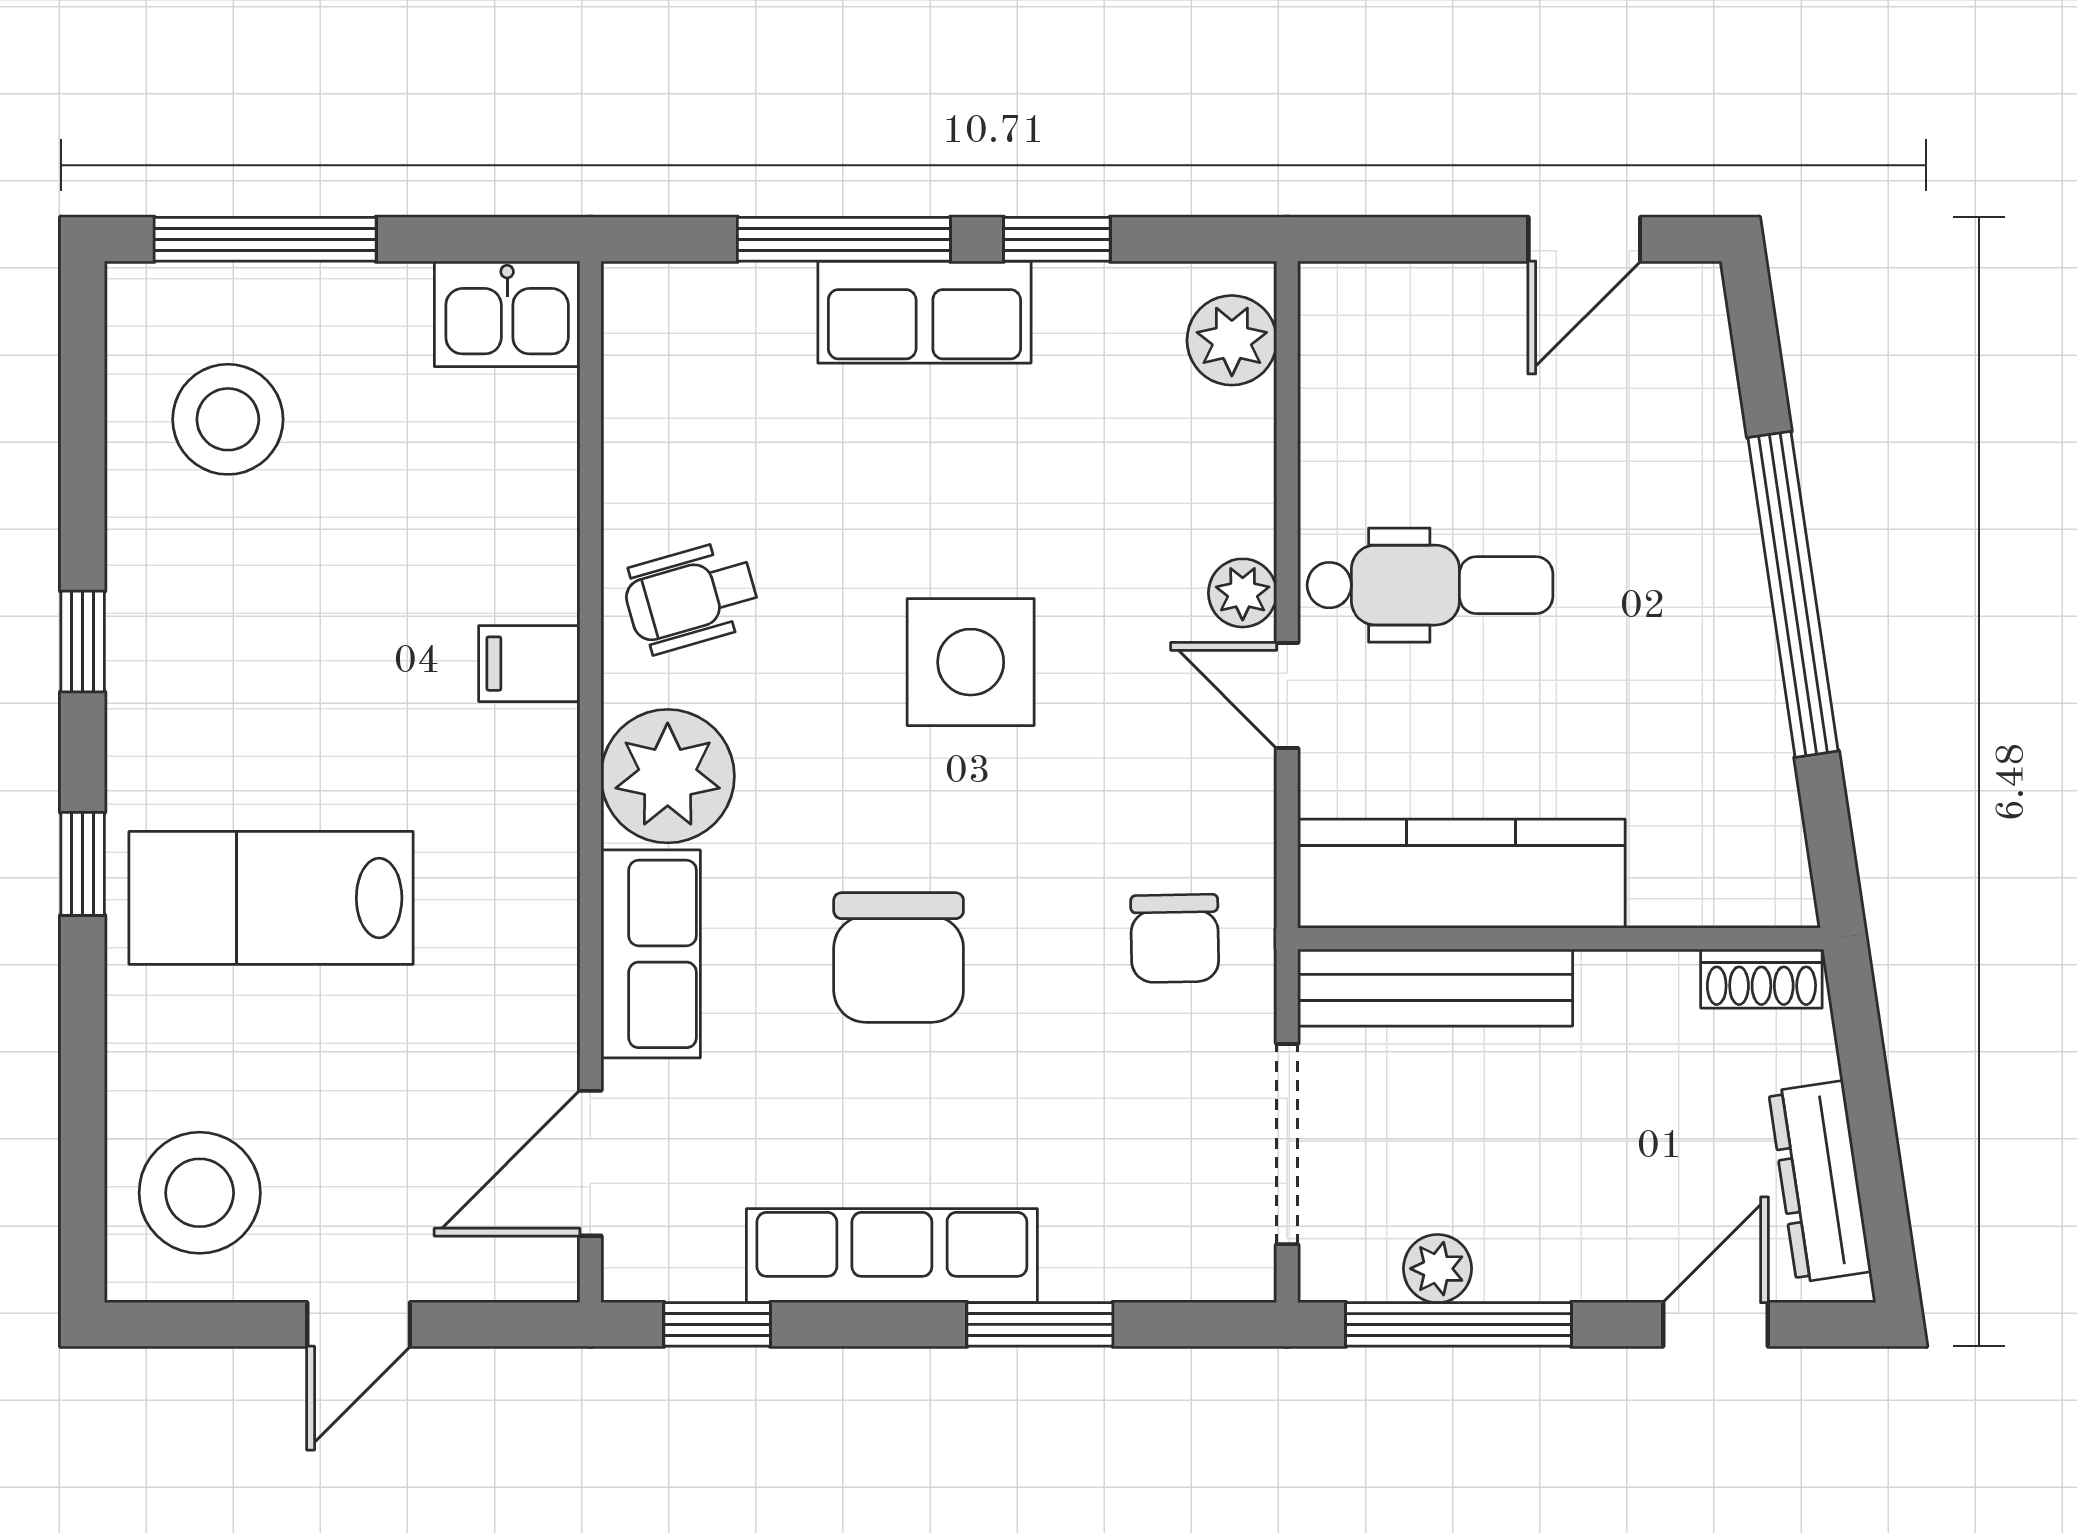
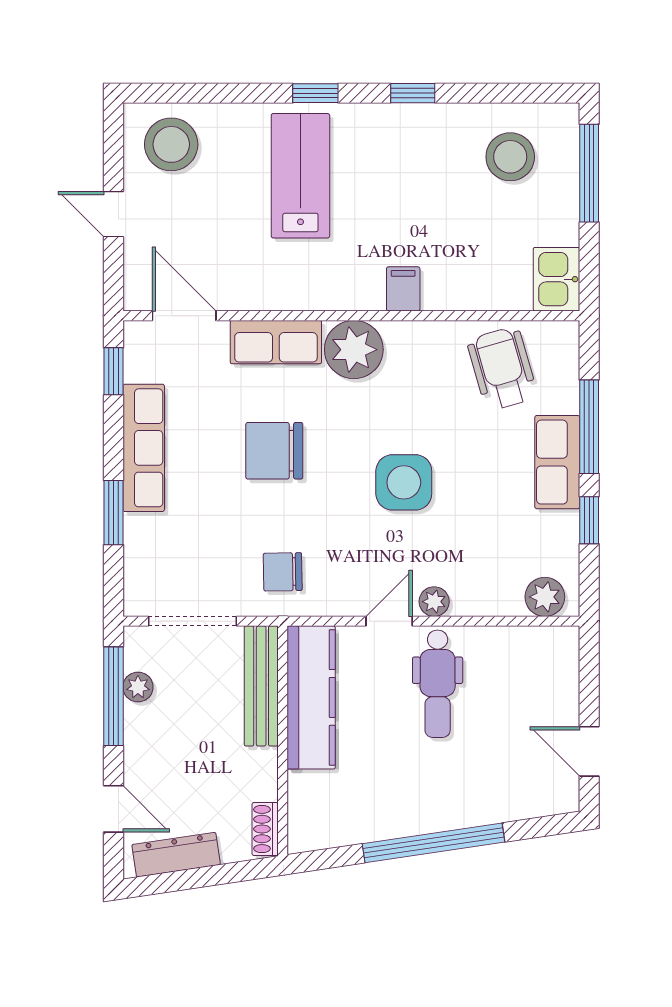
wheelchair: (691, 597) -> (502, 368), moved, width x1.36, depth x1.37

